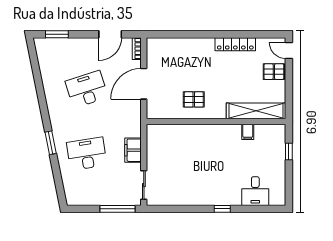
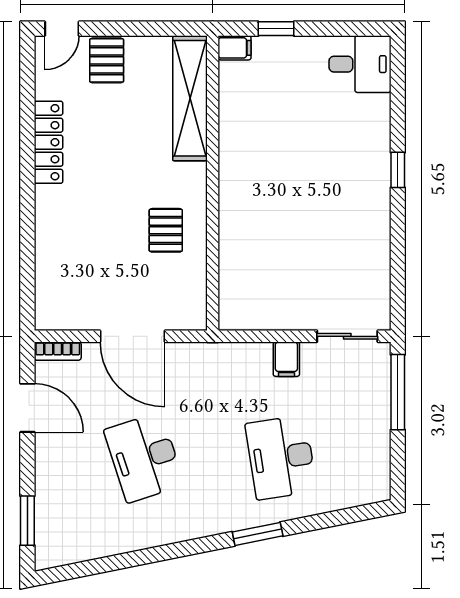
filing cabinet: (248, 132) -> (235, 48), moved
filing cabinet: (133, 150) -> (286, 359), width x0.50
desk: (255, 191) -> (360, 64), moved

